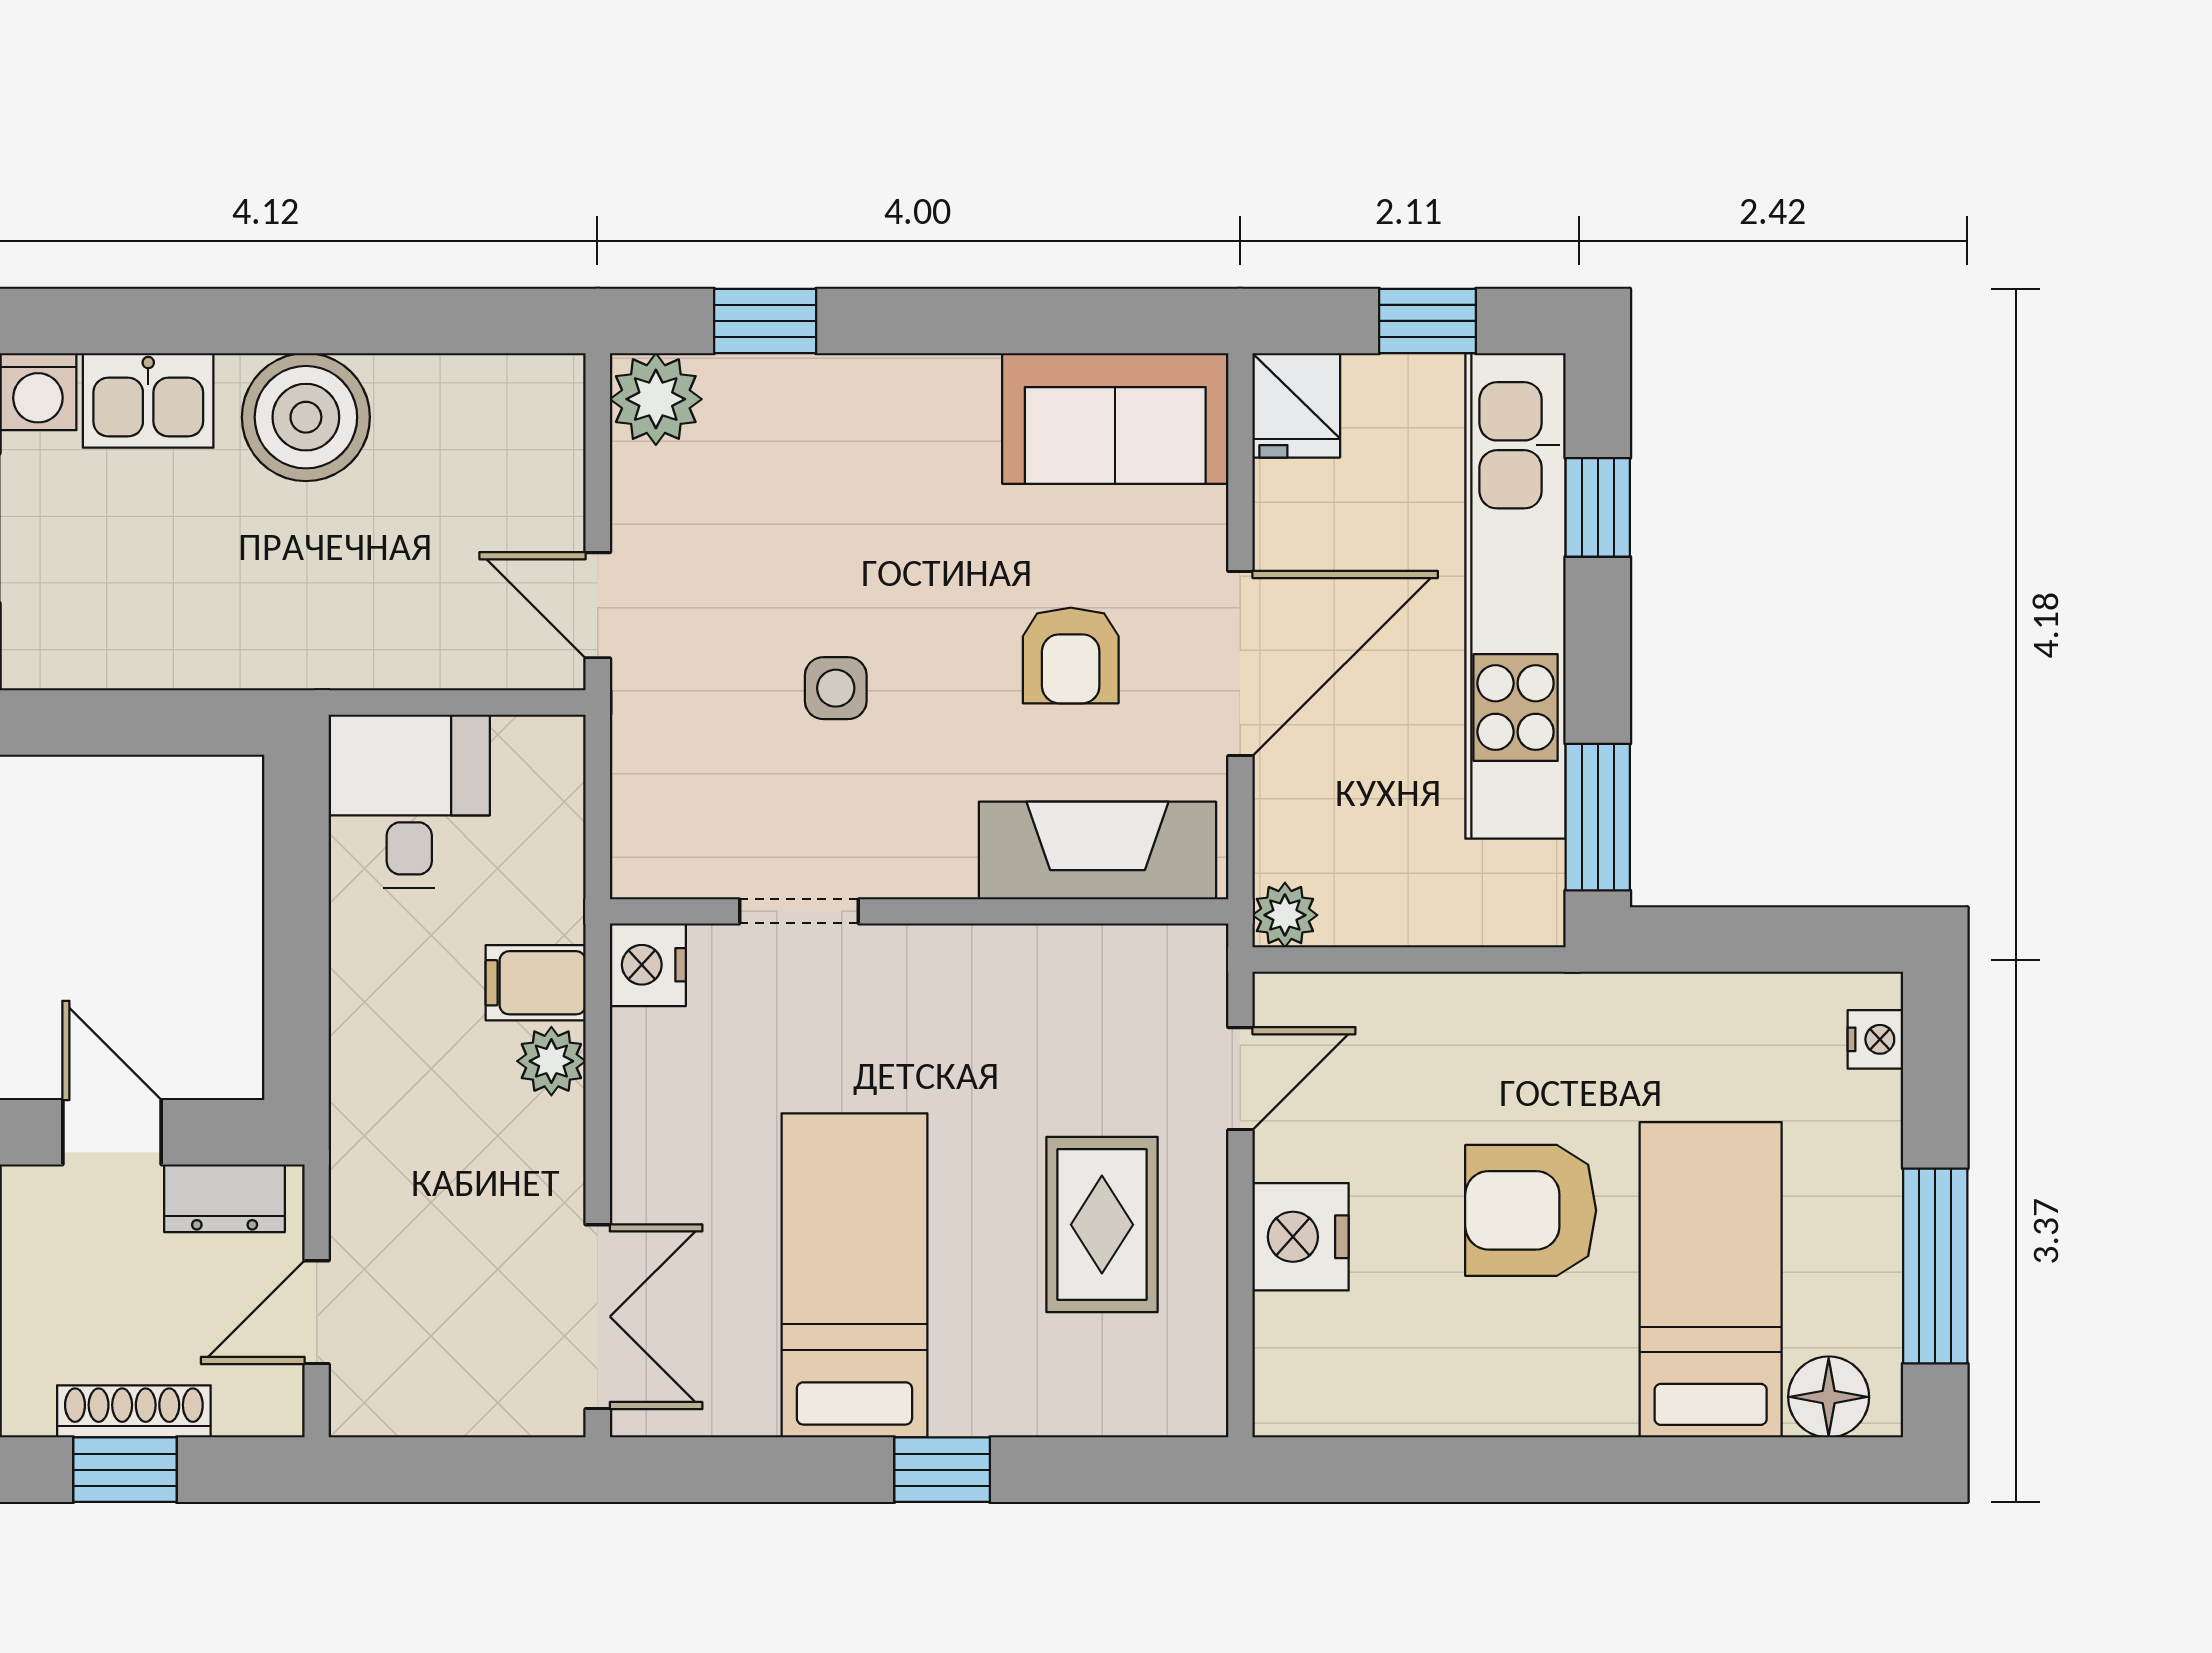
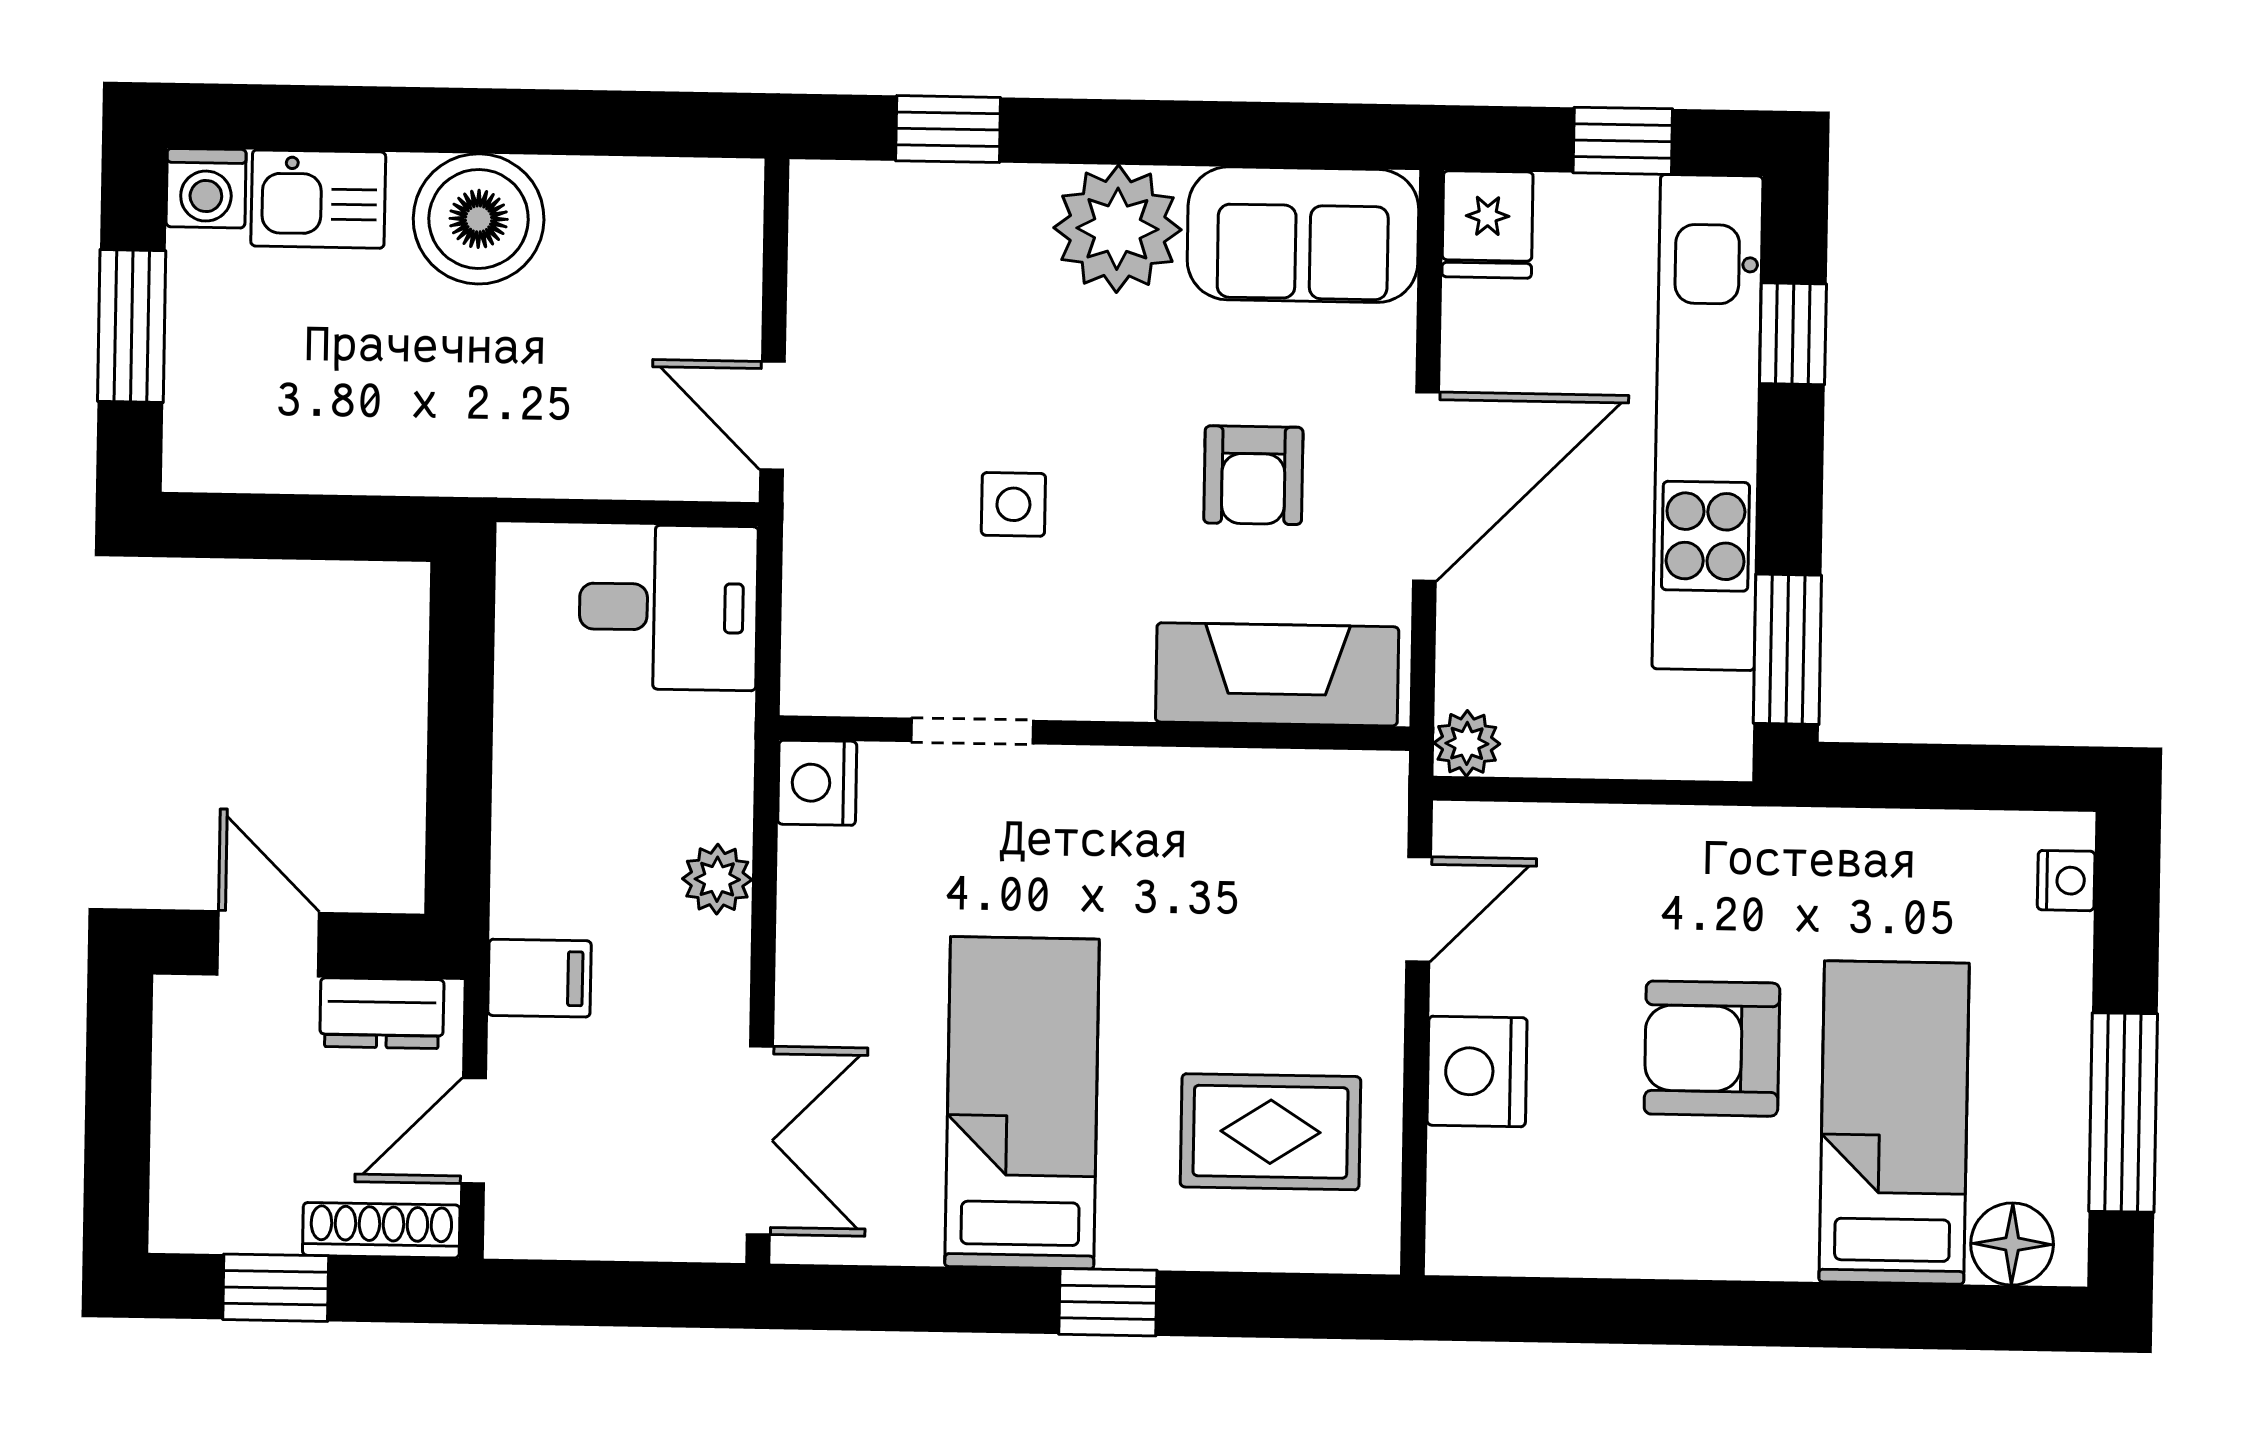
plant: (656, 399) -> (1117, 229), moved, width x1.36, depth x1.36
desk: (409, 801) -> (668, 607), moved, turned 90
filing cabinet: (536, 983) -> (540, 978), moved, turned 180
rug: (1102, 1225) -> (1271, 1132), moved, turned 90
shoe rack: (134, 1411) -> (381, 1230), moved

